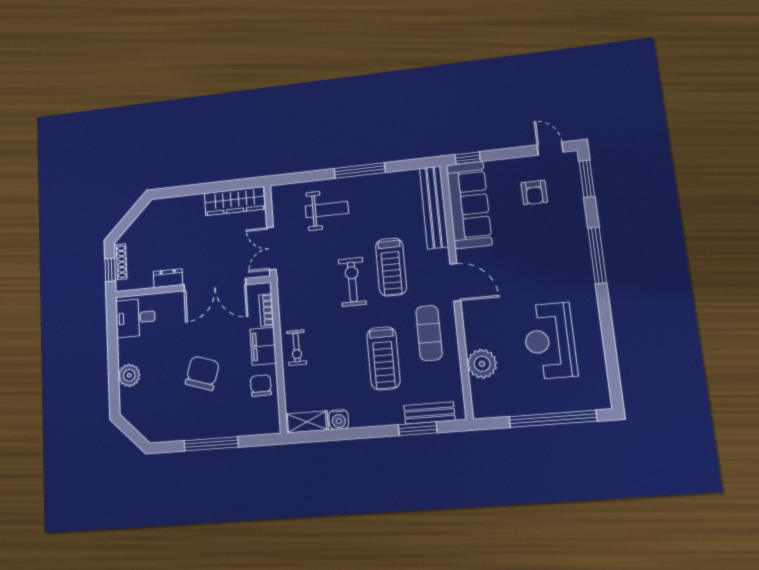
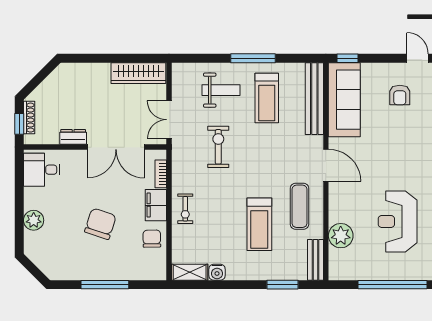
treadmill: (391, 267) -> (267, 98), moved
exercise bike: (352, 282) -> (218, 147), moved
bench: (429, 413) -> (315, 260), moved, turned 90

